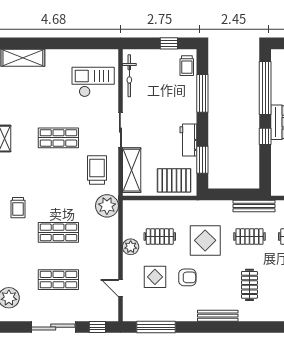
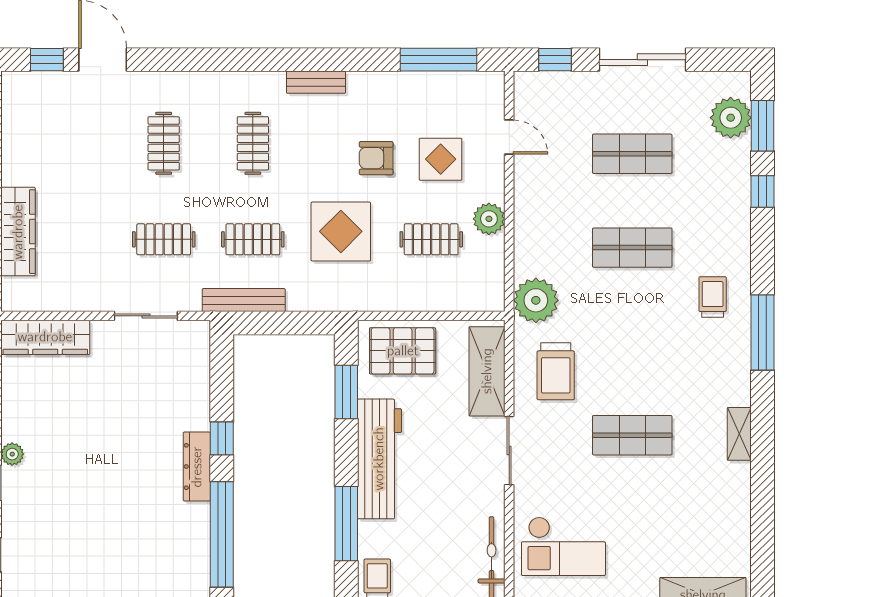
workbench: (188, 140) -> (379, 459), width x1.88, depth x1.32
bench: (218, 316) -> (316, 82), width x0.73

